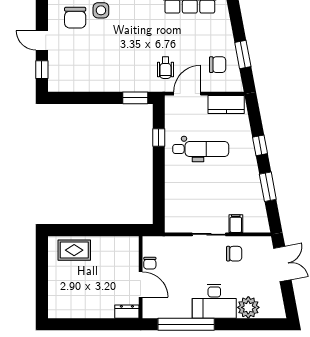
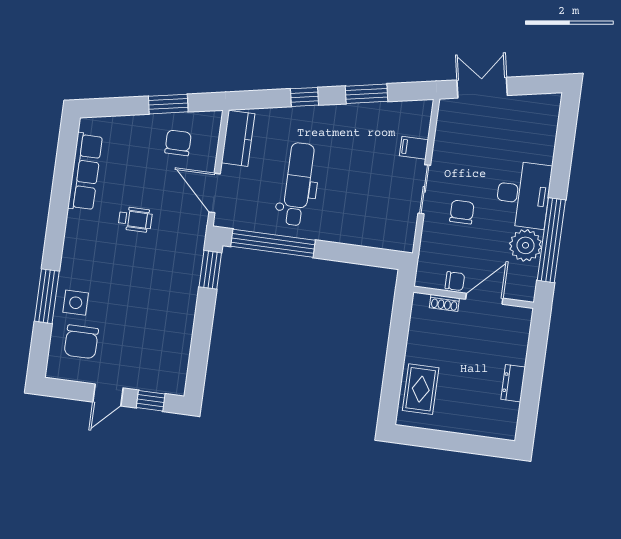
chair: (75, 18) -> (81, 342), turned 90
wheelchair: (165, 68) -> (135, 219), moved
window: (159, 138) -> (273, 243), width x3.17
chair: (234, 254) -> (462, 212), moved
shoe rack: (134, 258) -> (444, 303), added
plant: (248, 307) -> (526, 245), moved
dresser: (127, 312) -> (513, 383), moved

